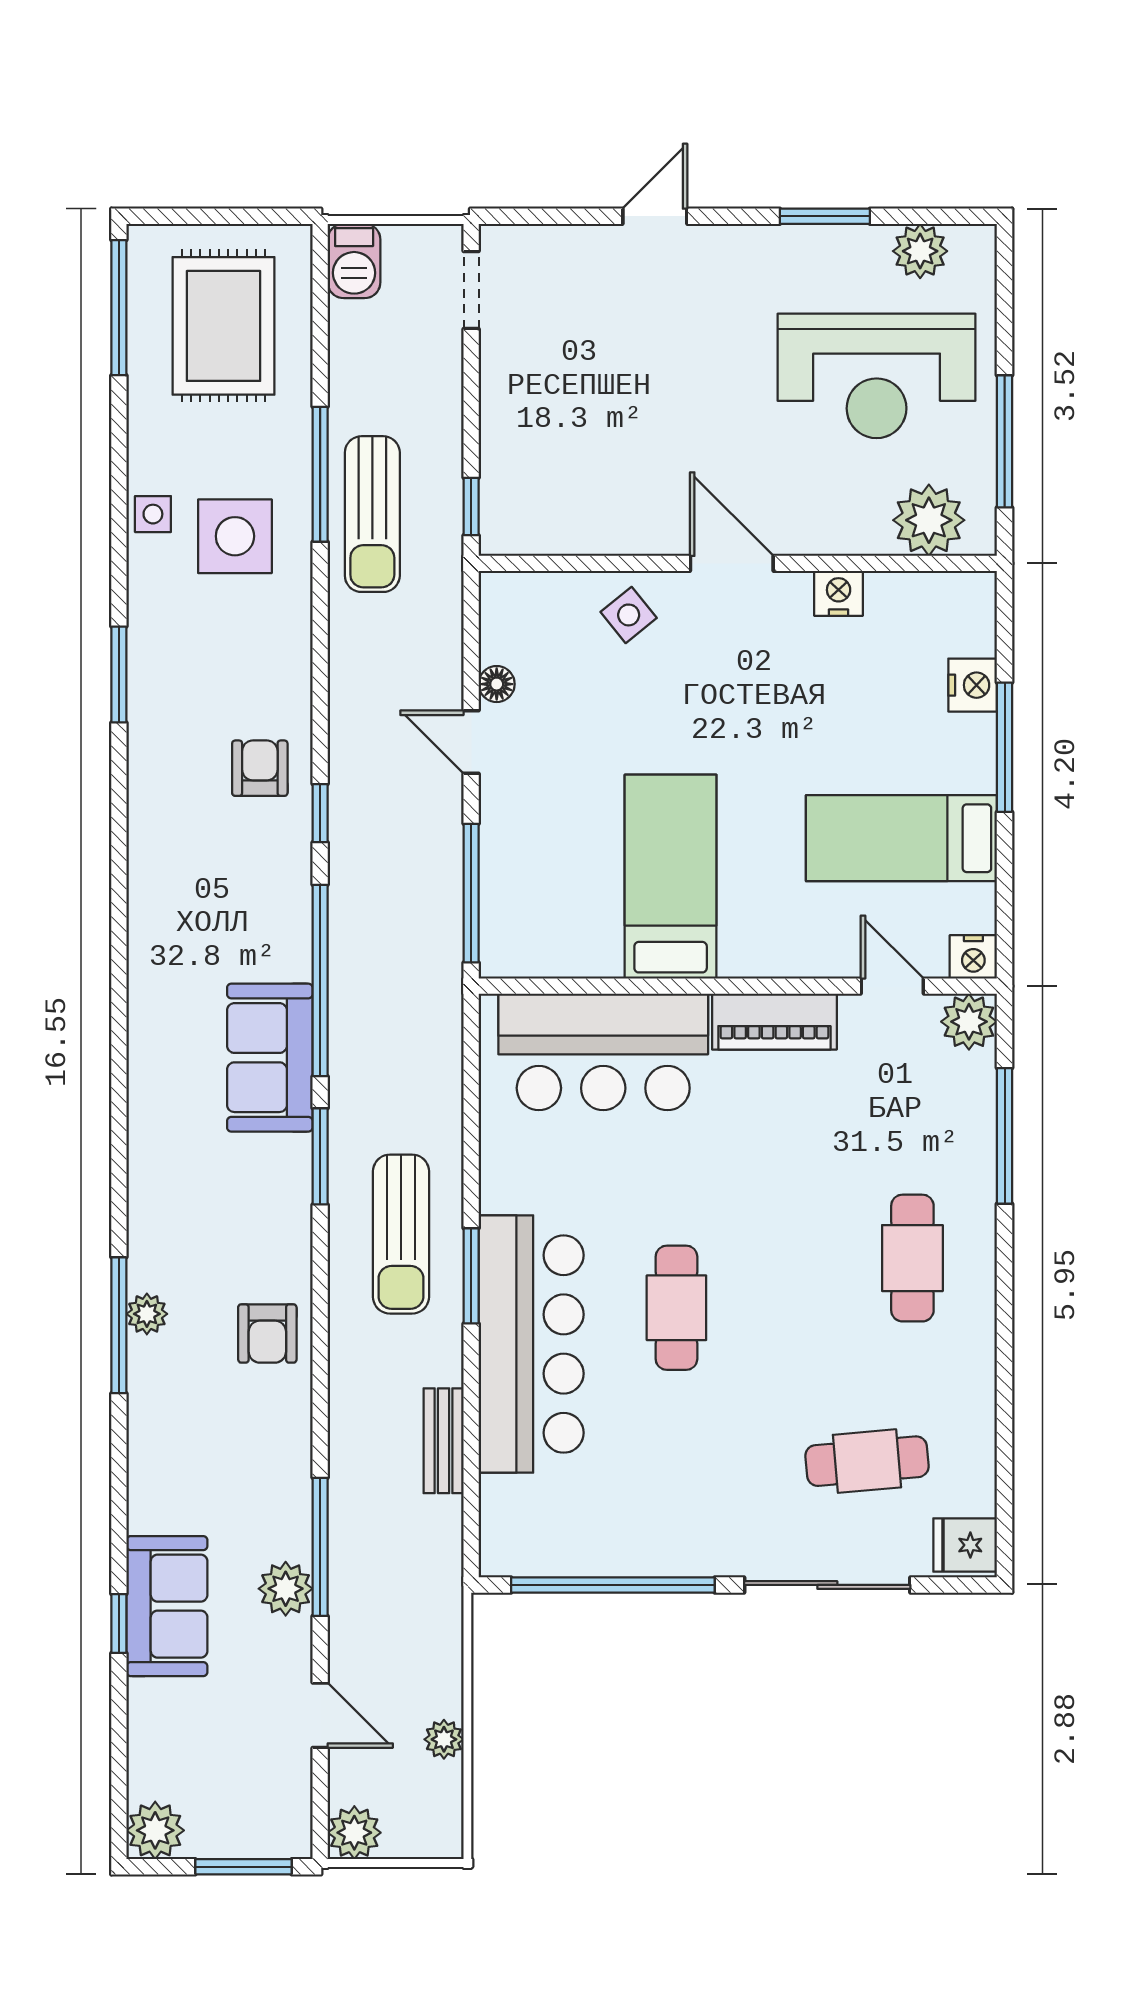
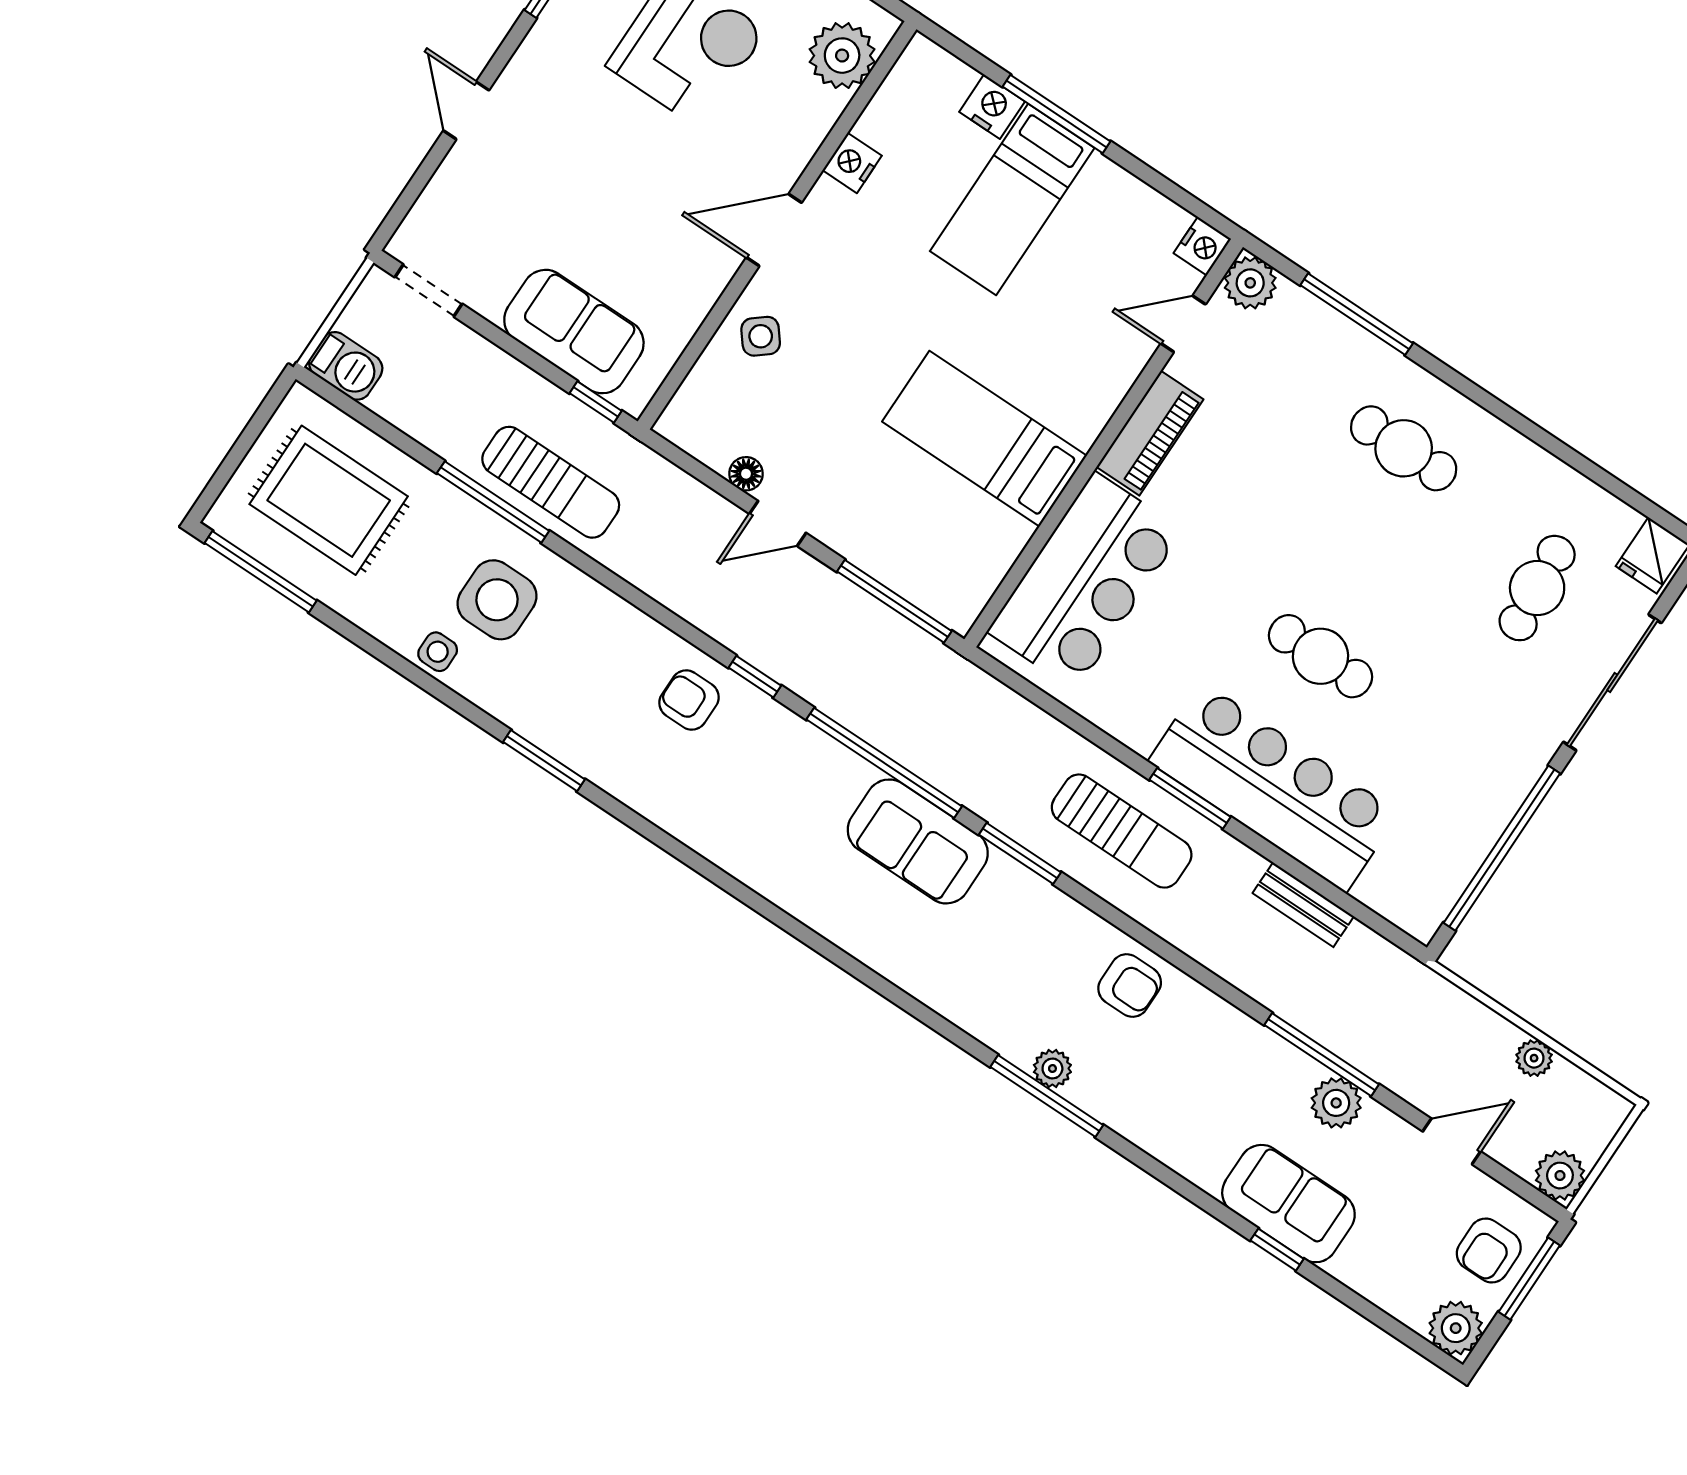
sofa: (521, 445) -> (574, 332), added
bed: (901, 838) -> (1012, 199), moved
armchair: (244, 1814) -> (1489, 1251), added

